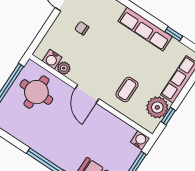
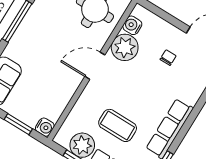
plant: (64, 68) -> (125, 47), width x1.87, depth x1.87
coffee table: (127, 89) -> (118, 125), moved, width x1.36, depth x1.30

